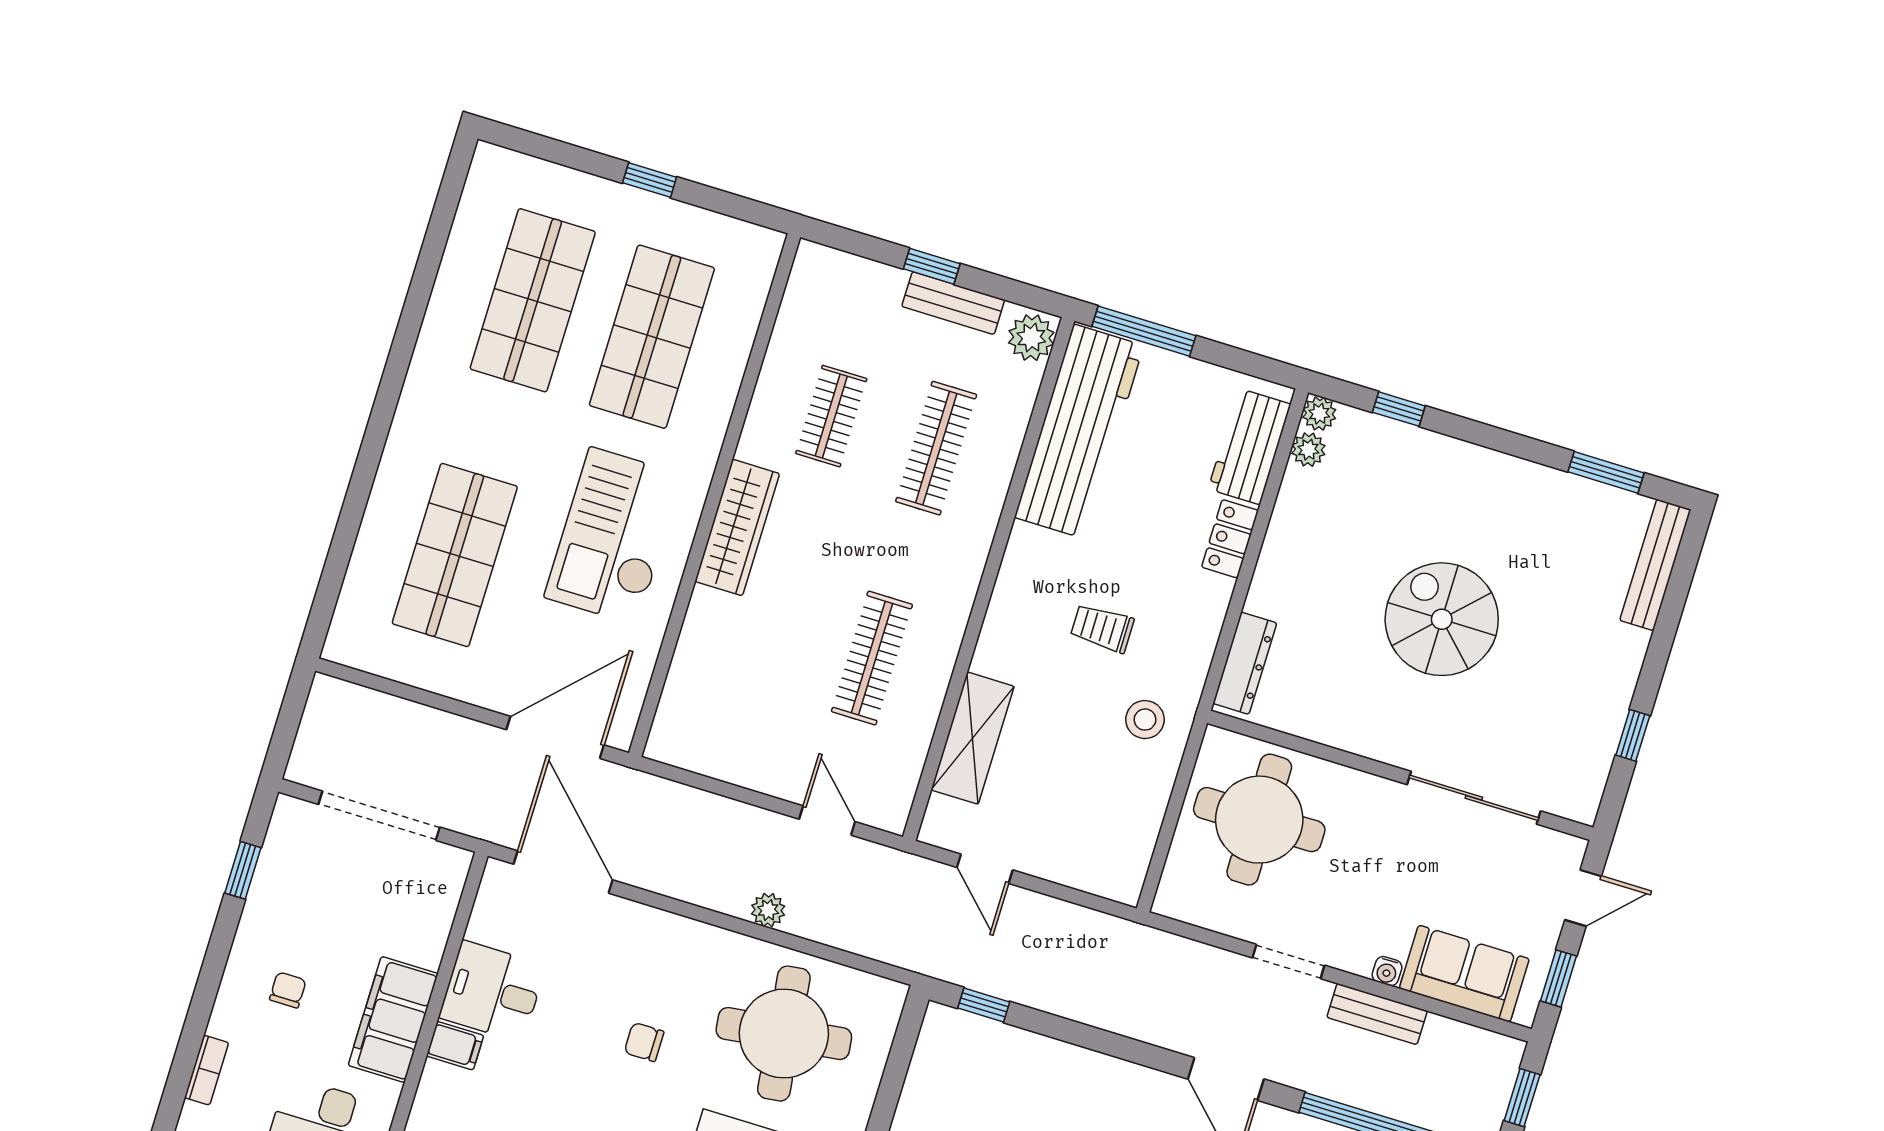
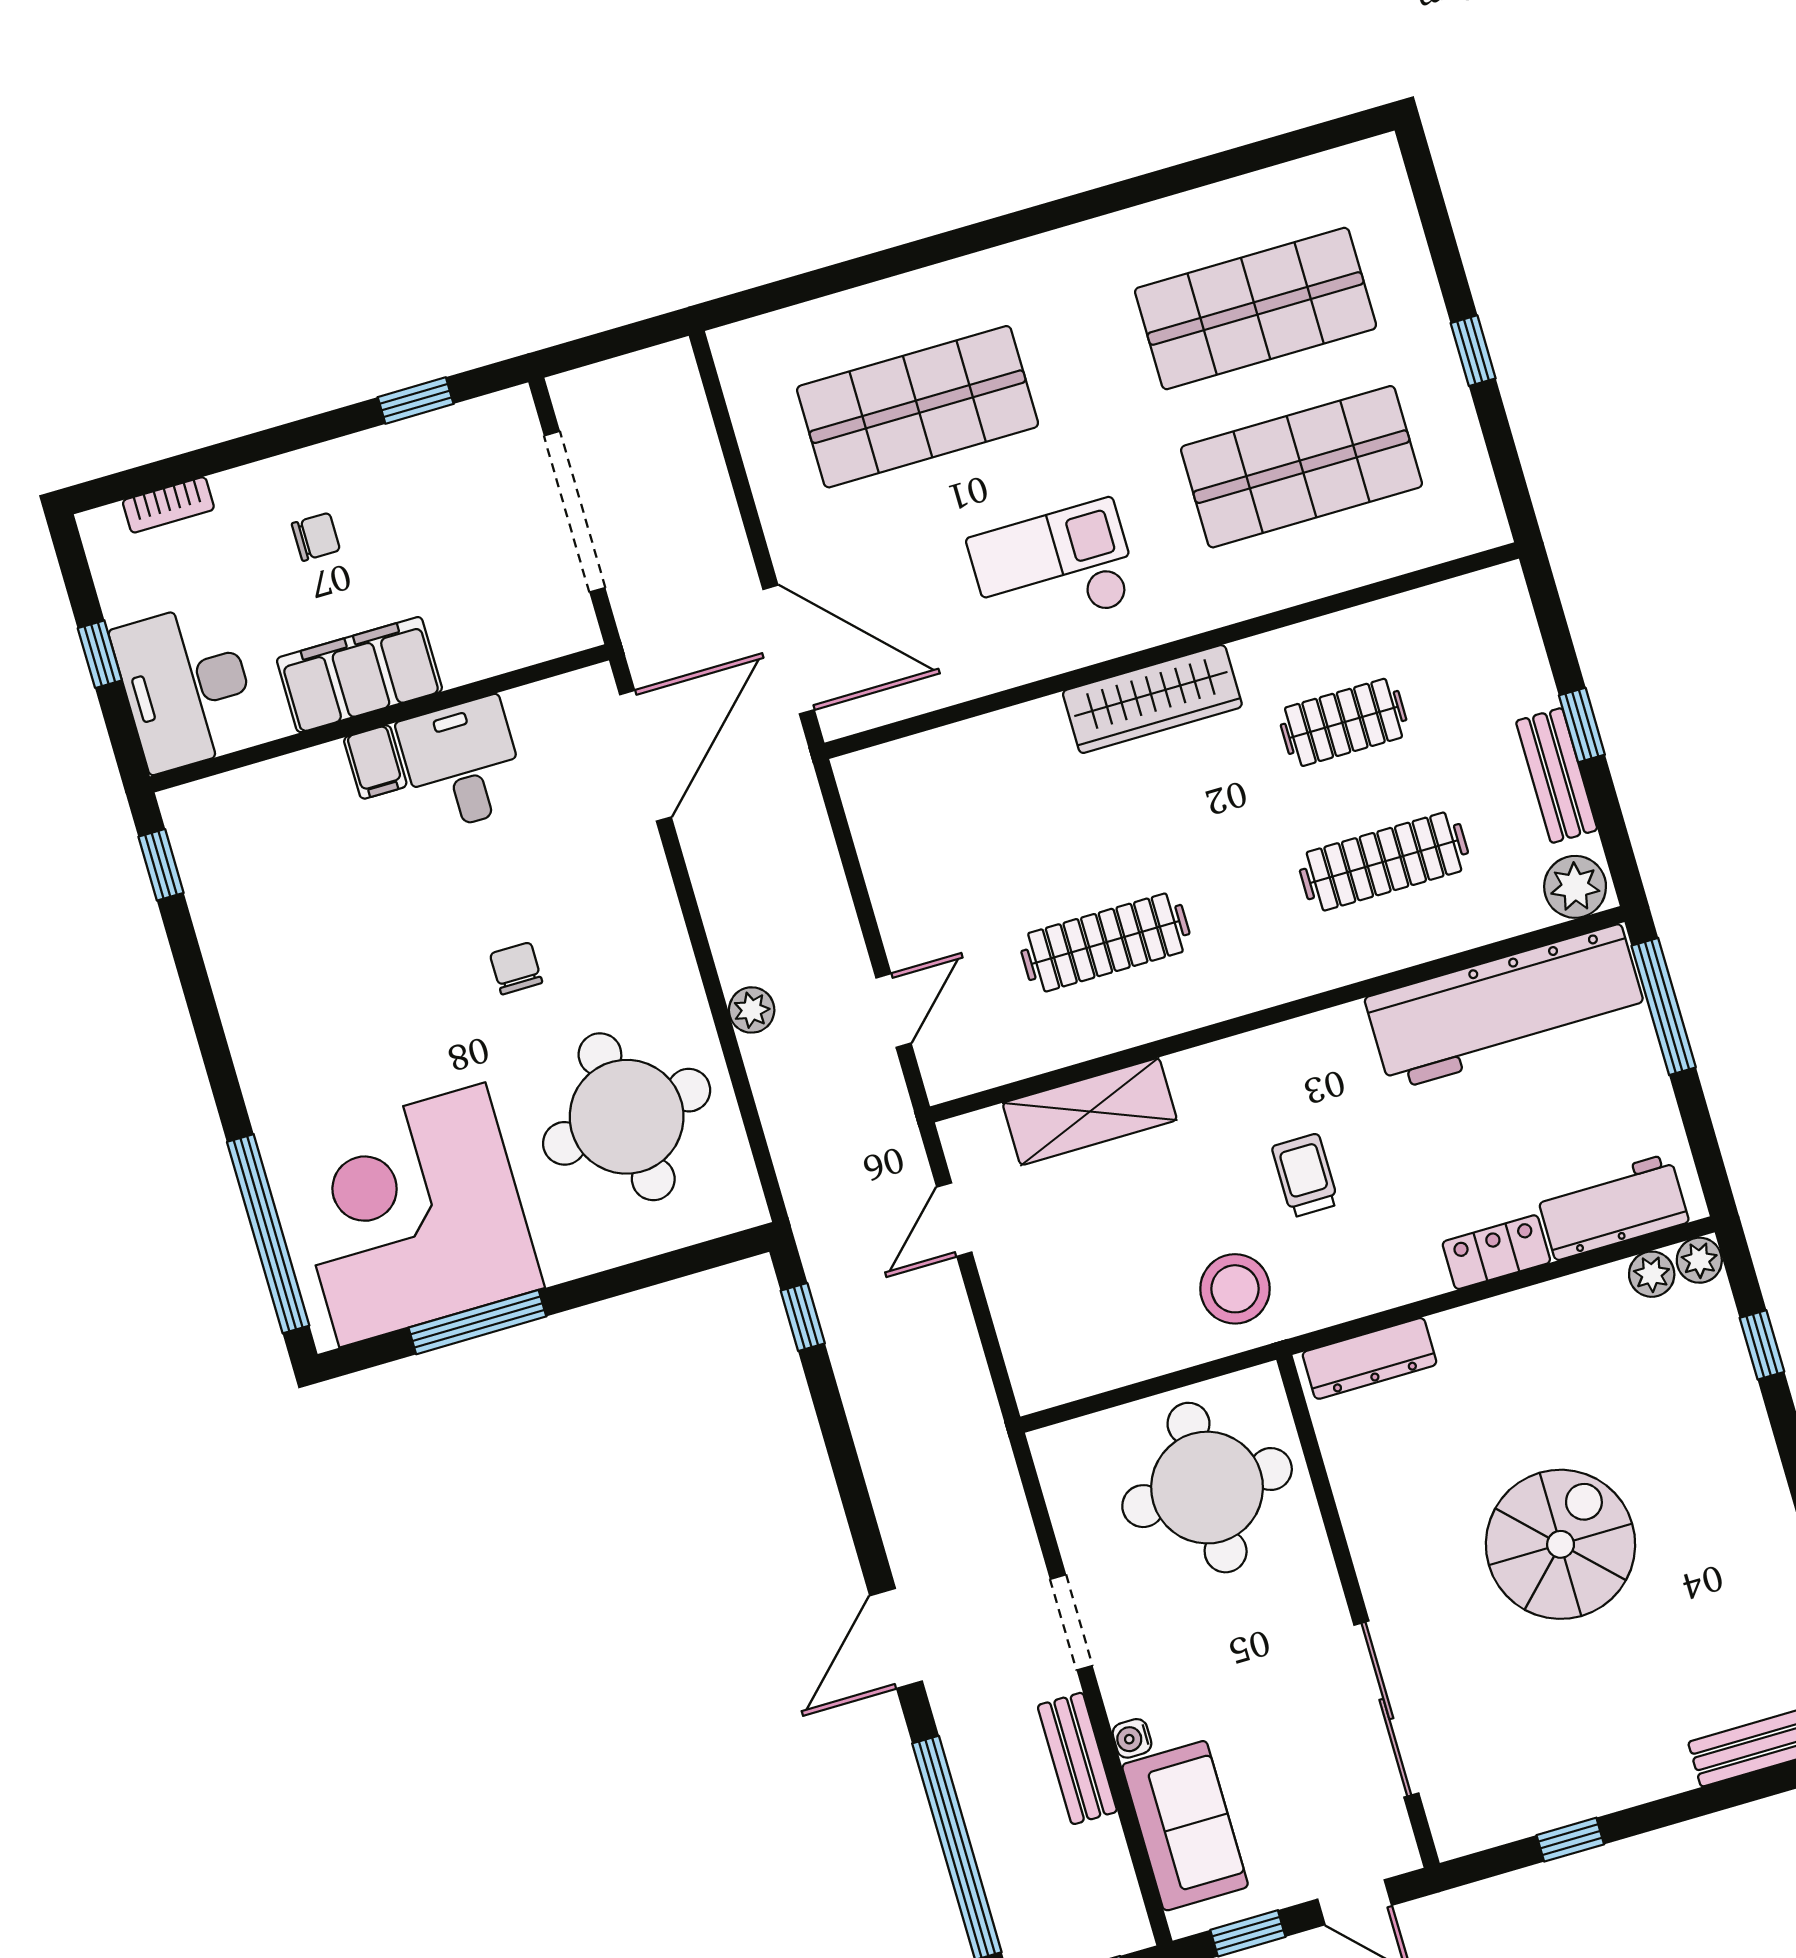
checkout: (614, 536) -> (1054, 569), width x0.73, depth x0.83
stool: (1145, 720) -> (1235, 1289), width x1.38, depth x1.38

